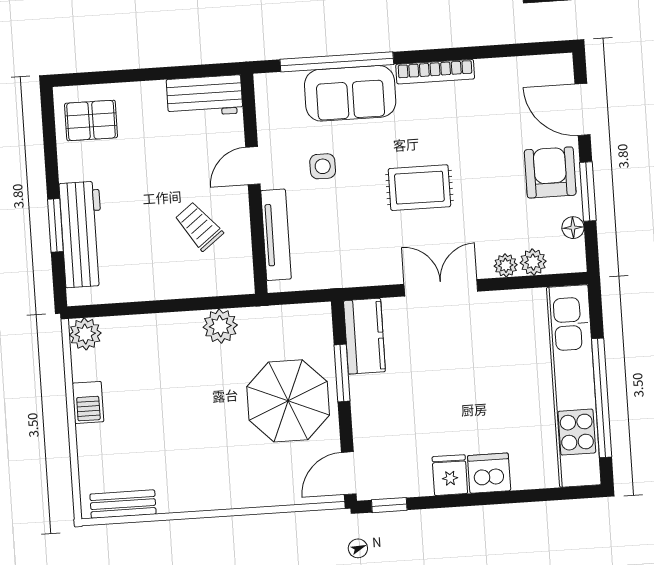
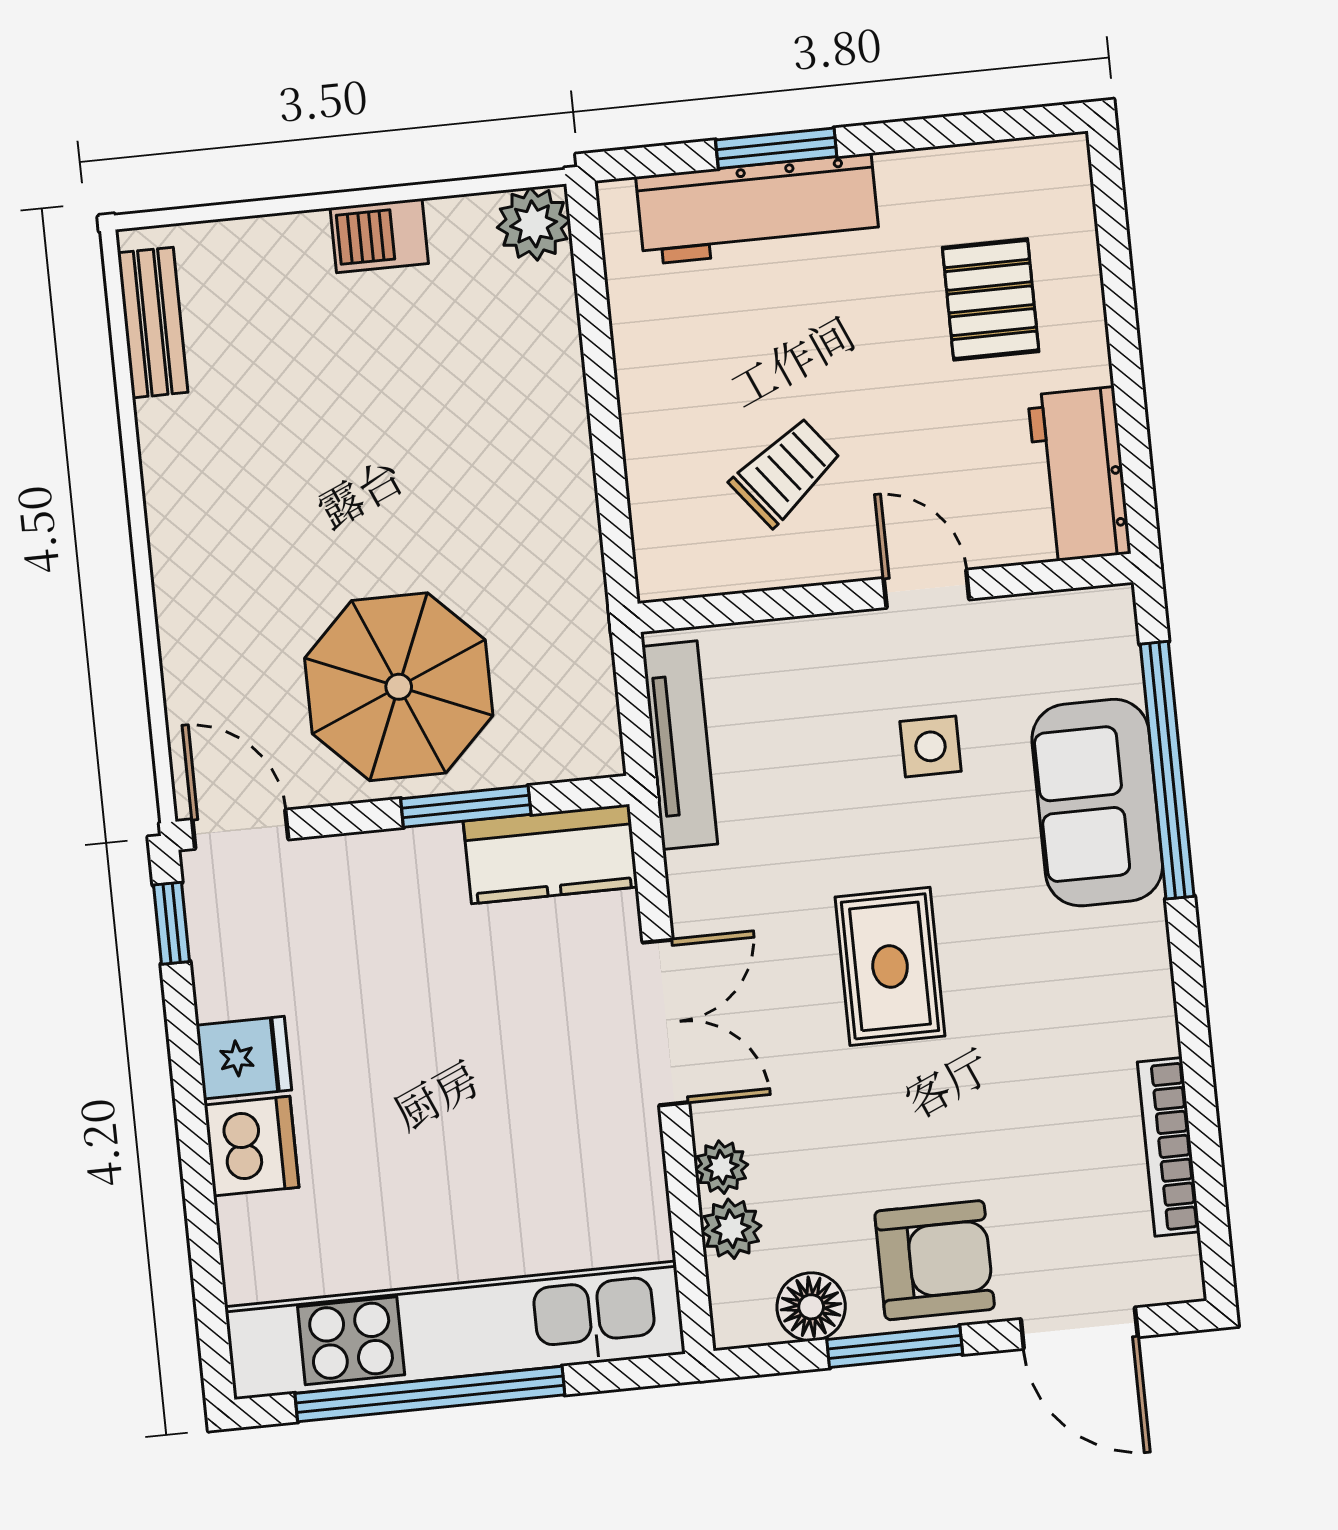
bookcase: (435, 72) -> (1169, 1147), moved
door: (582, 109) -> (1079, 1328), swing flipped
pallet: (91, 120) -> (991, 299), moved
floor lamp: (573, 228) -> (811, 1307), width x1.37, depth x1.37
tv unit: (276, 235) -> (680, 745), moved, turned -90
plant: (220, 326) -> (562, 528), removed

